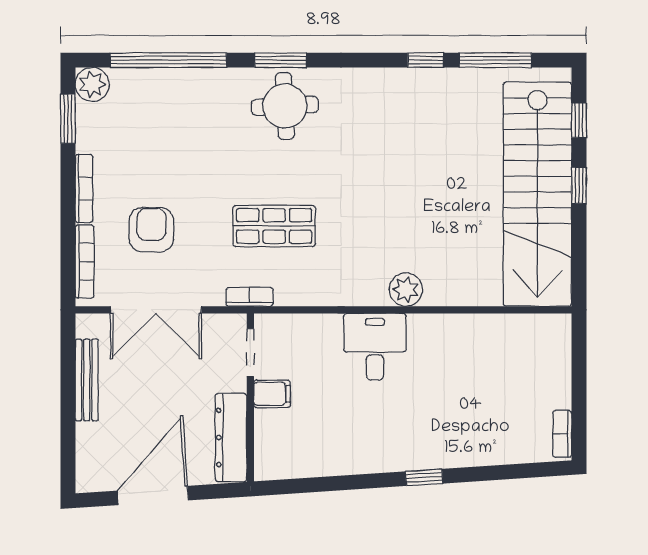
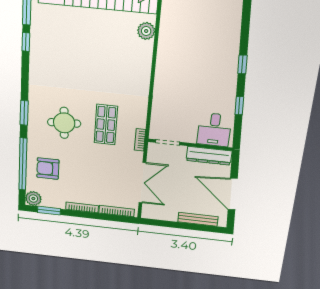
round table: (285, 106) -> (64, 123), moved
armchair: (151, 230) -> (48, 169), moved
plant: (406, 290) -> (146, 31), moved
desk: (375, 347) -> (214, 130), moved, turned -90
bench: (87, 380) -> (198, 219), moved
filing cabinet: (272, 394) -> (190, 134), removed
window: (342, 483) -> (239, 106), added

